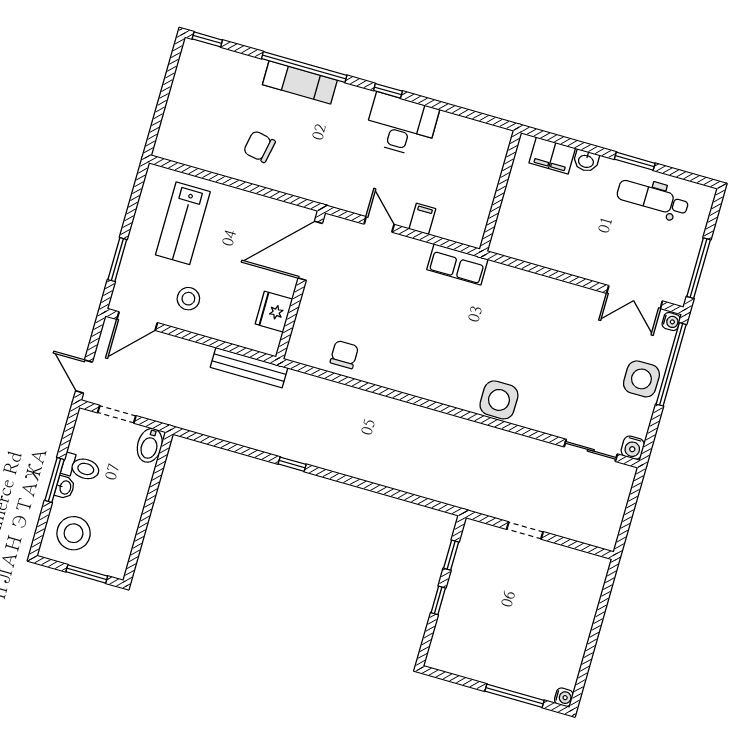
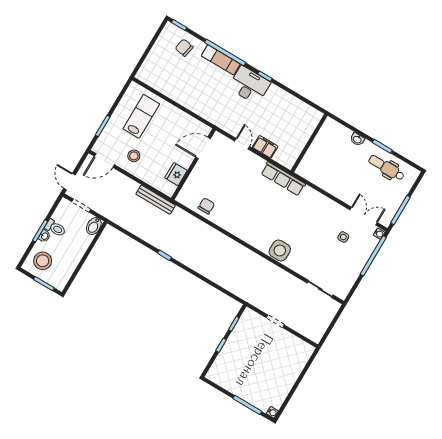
desk: (401, 125) -> (249, 85), moved
chair: (259, 147) -> (184, 48), moved
filing cabinet: (552, 155) -> (341, 132), removed
filing cabinet: (422, 219) -> (265, 147), width x2.00
lab bench: (183, 223) -> (141, 116), turned 180
door: (310, 251) -> (203, 148), width x0.73
row of seats: (457, 264) -> (283, 179), width x1.48
double door: (635, 297) -> (364, 216), swing flipped
side table: (641, 379) -> (343, 237), moved, width x0.54, depth x0.54
water cooler: (633, 448) -> (342, 293), removed

